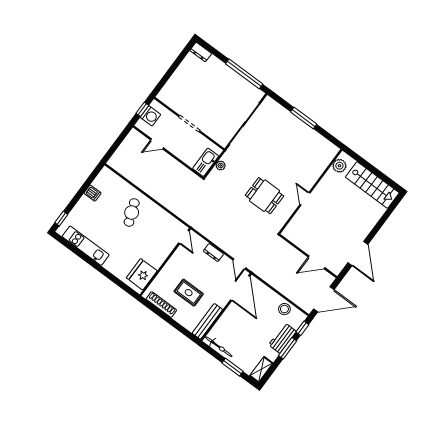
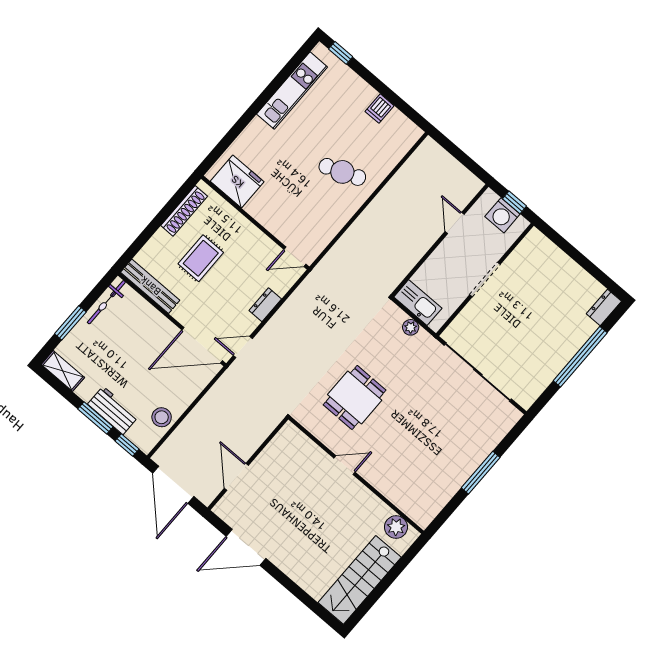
window: (244, 74) -> (580, 357), moved

